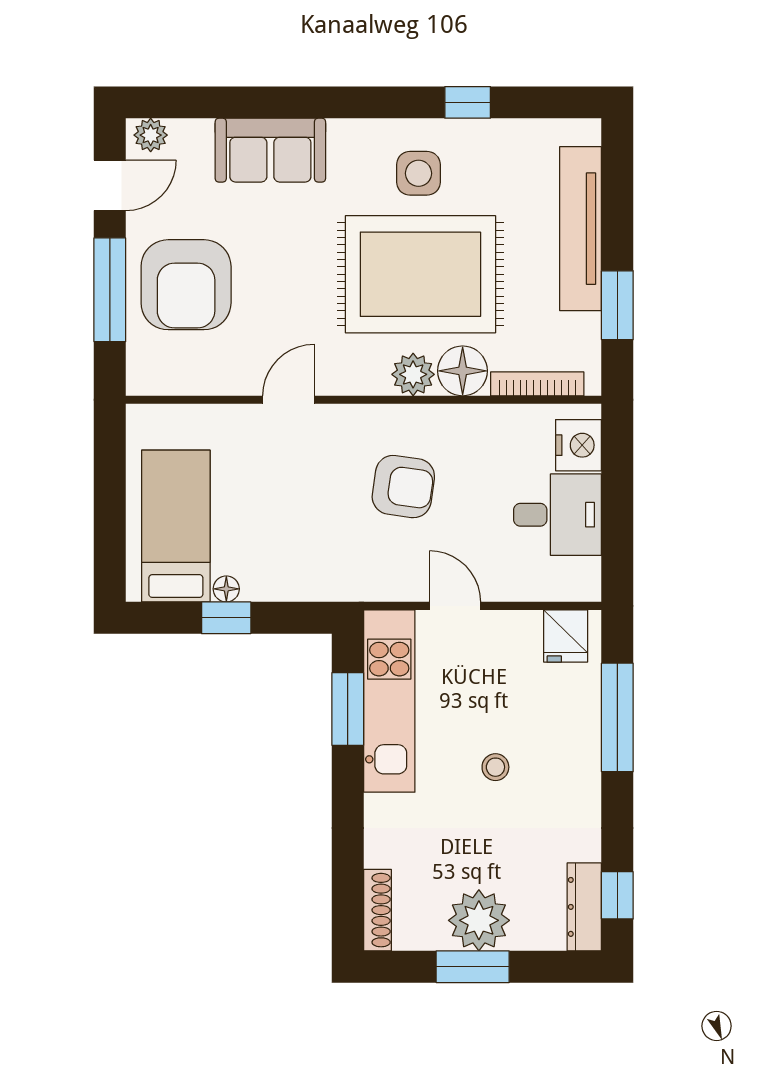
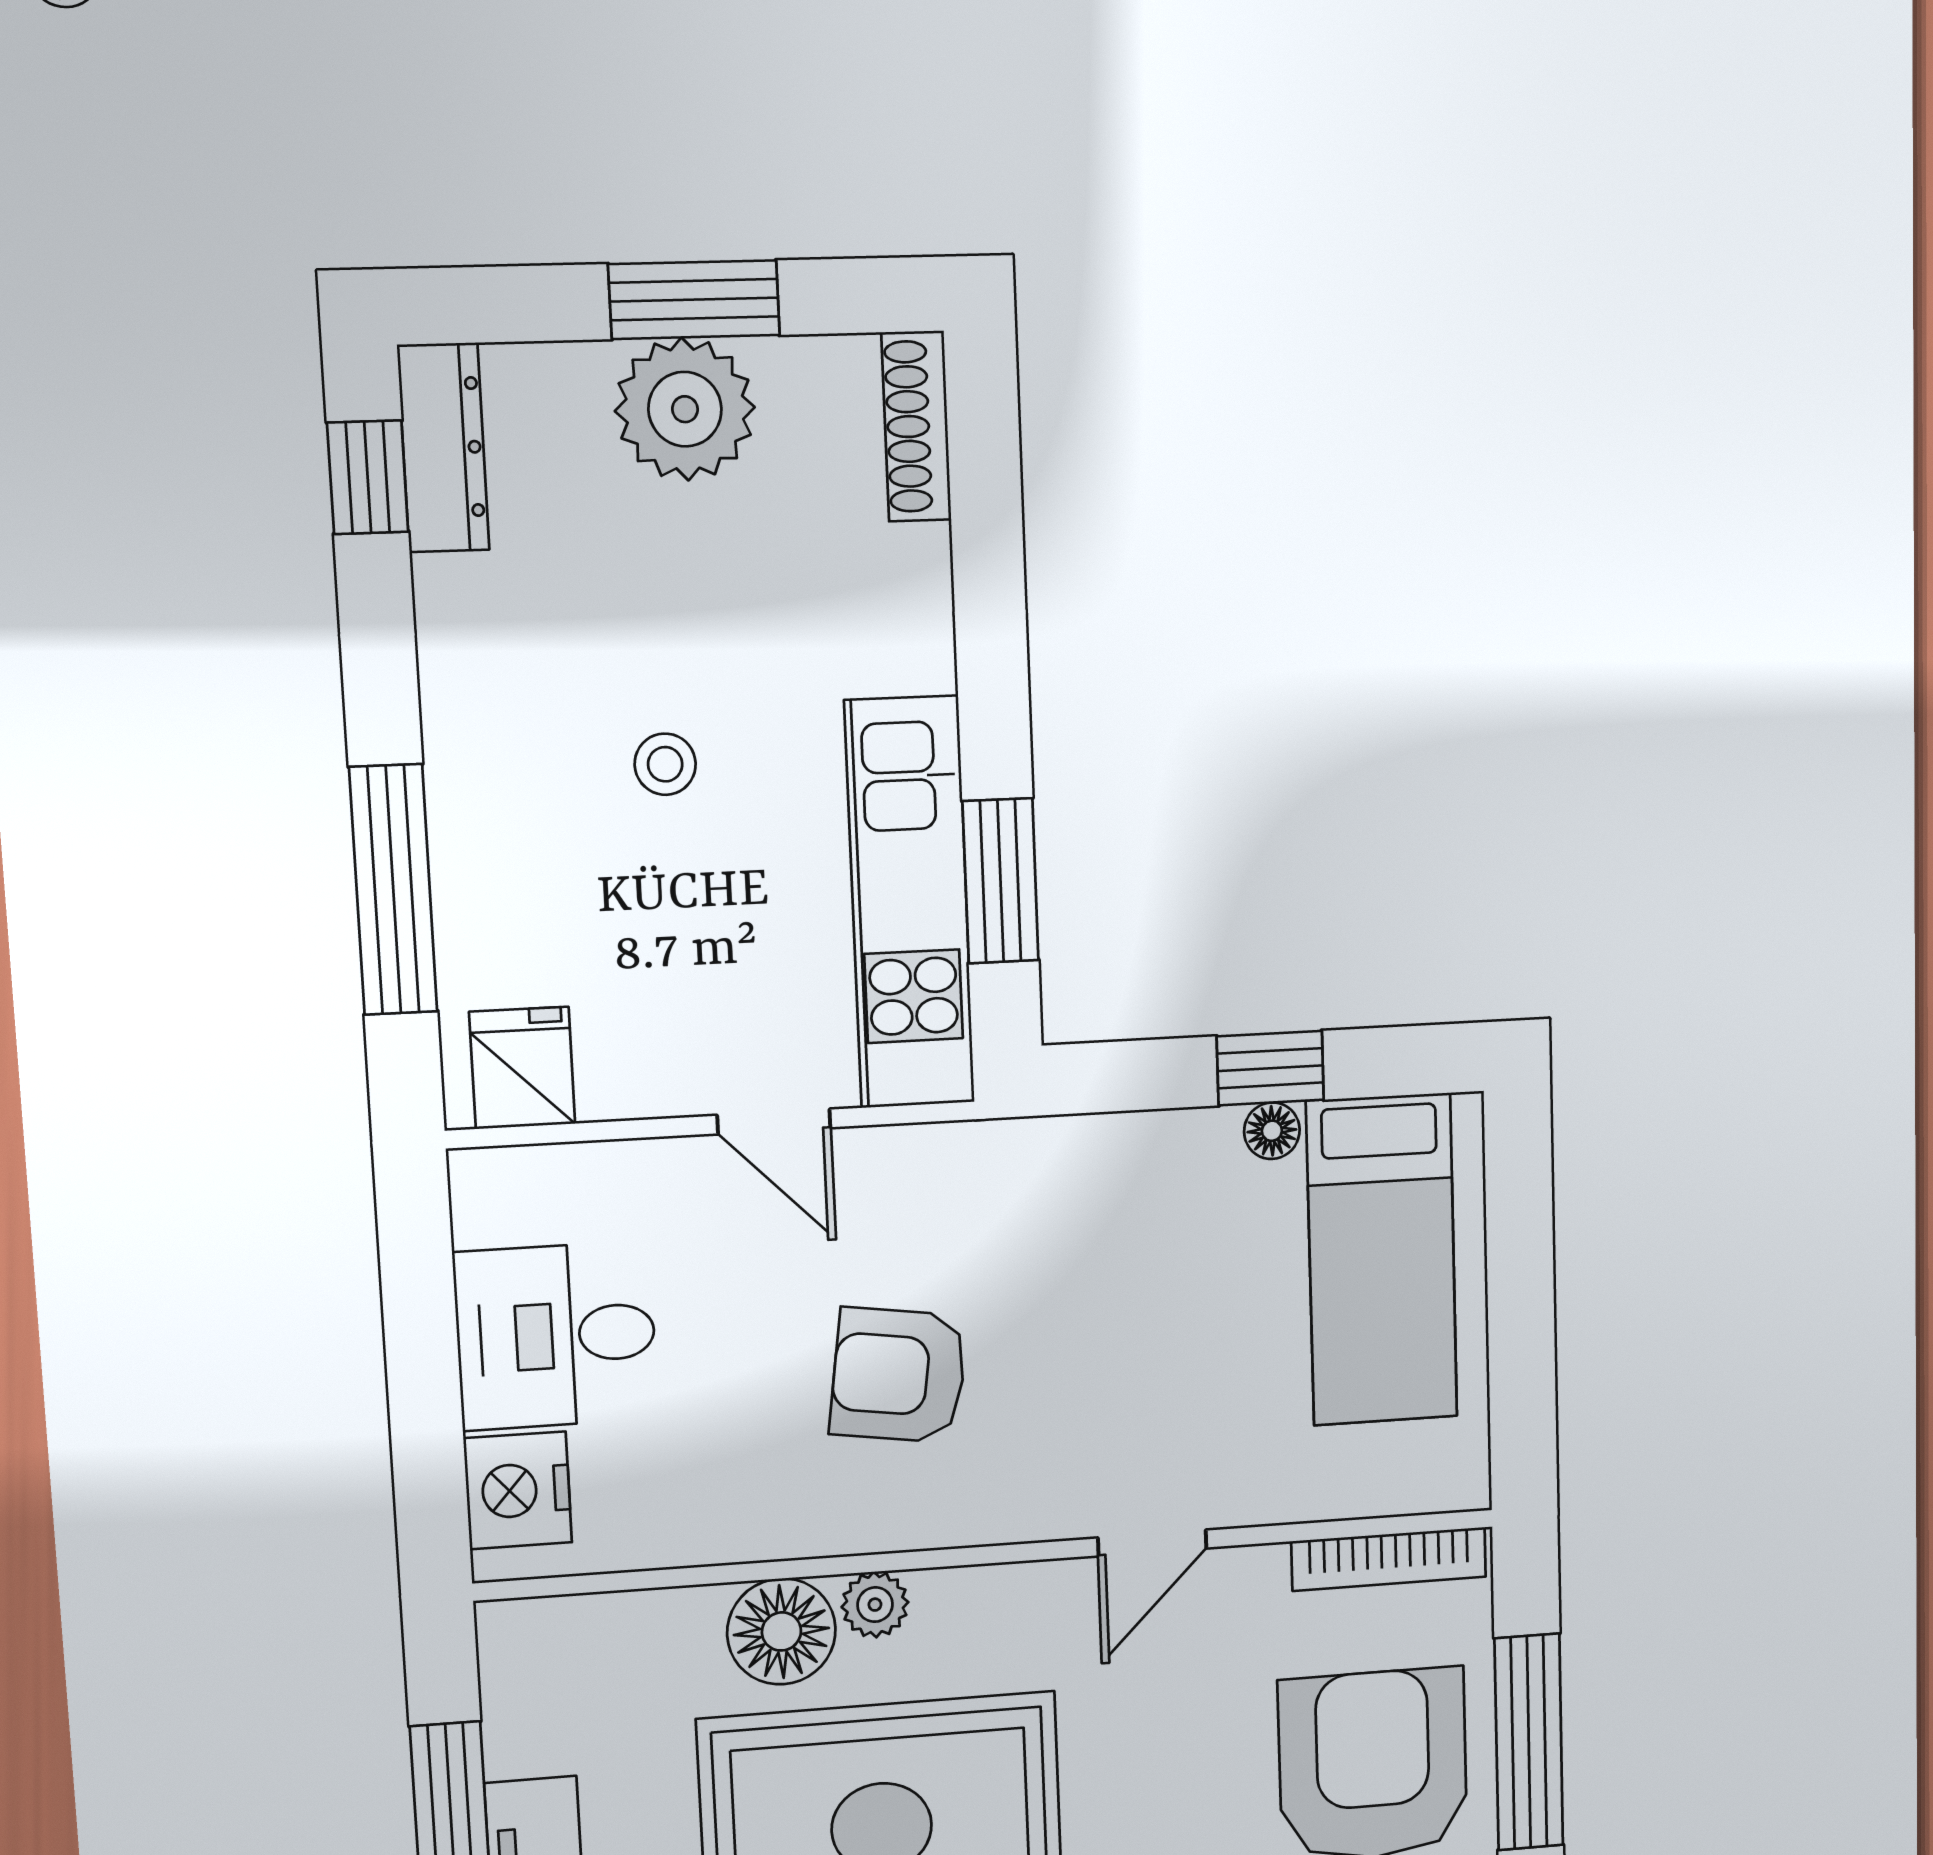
plant: (413, 374) -> (875, 1605), width x0.73, depth x0.73
bookcase: (537, 384) -> (1389, 1559), moved

